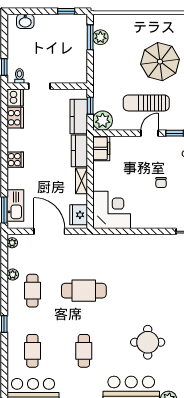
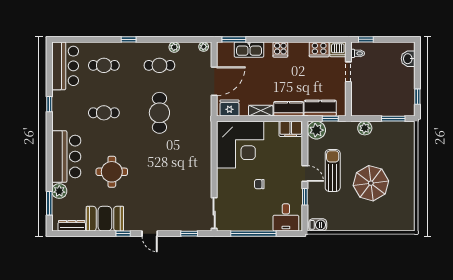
plant: (100, 37) -> (365, 128), moved
kitchen sink: (15, 206) -> (249, 50), moved
corner desk: (112, 210) -> (240, 145), width x1.36, depth x1.36

